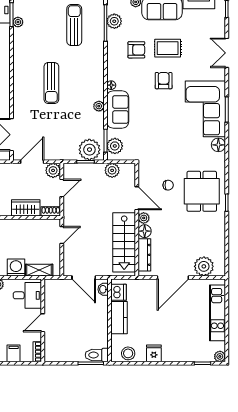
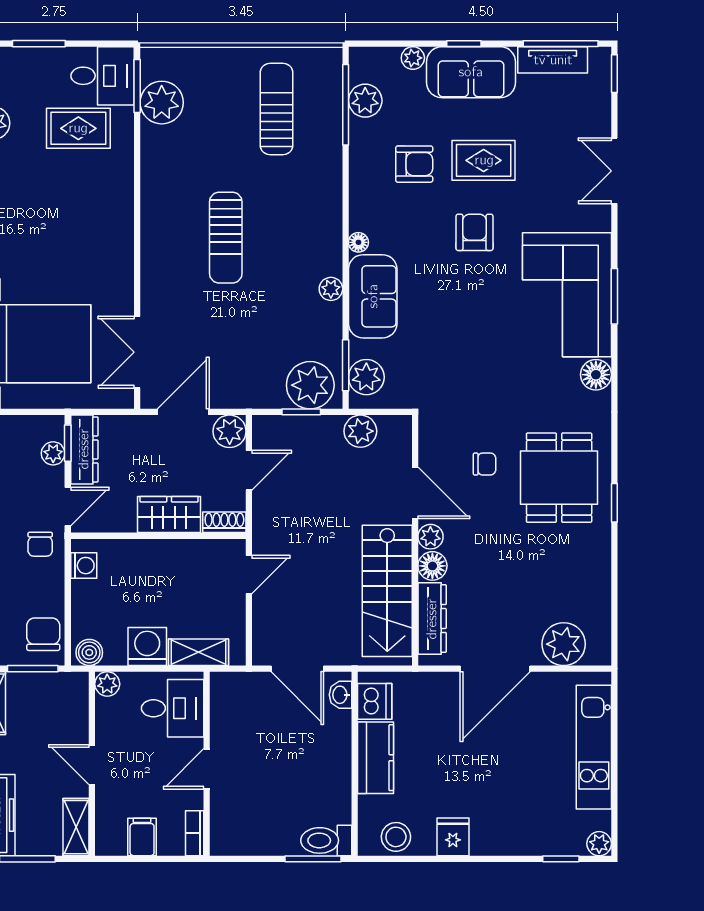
plant: (18, 22) -> (162, 103), width x1.87, depth x1.87

